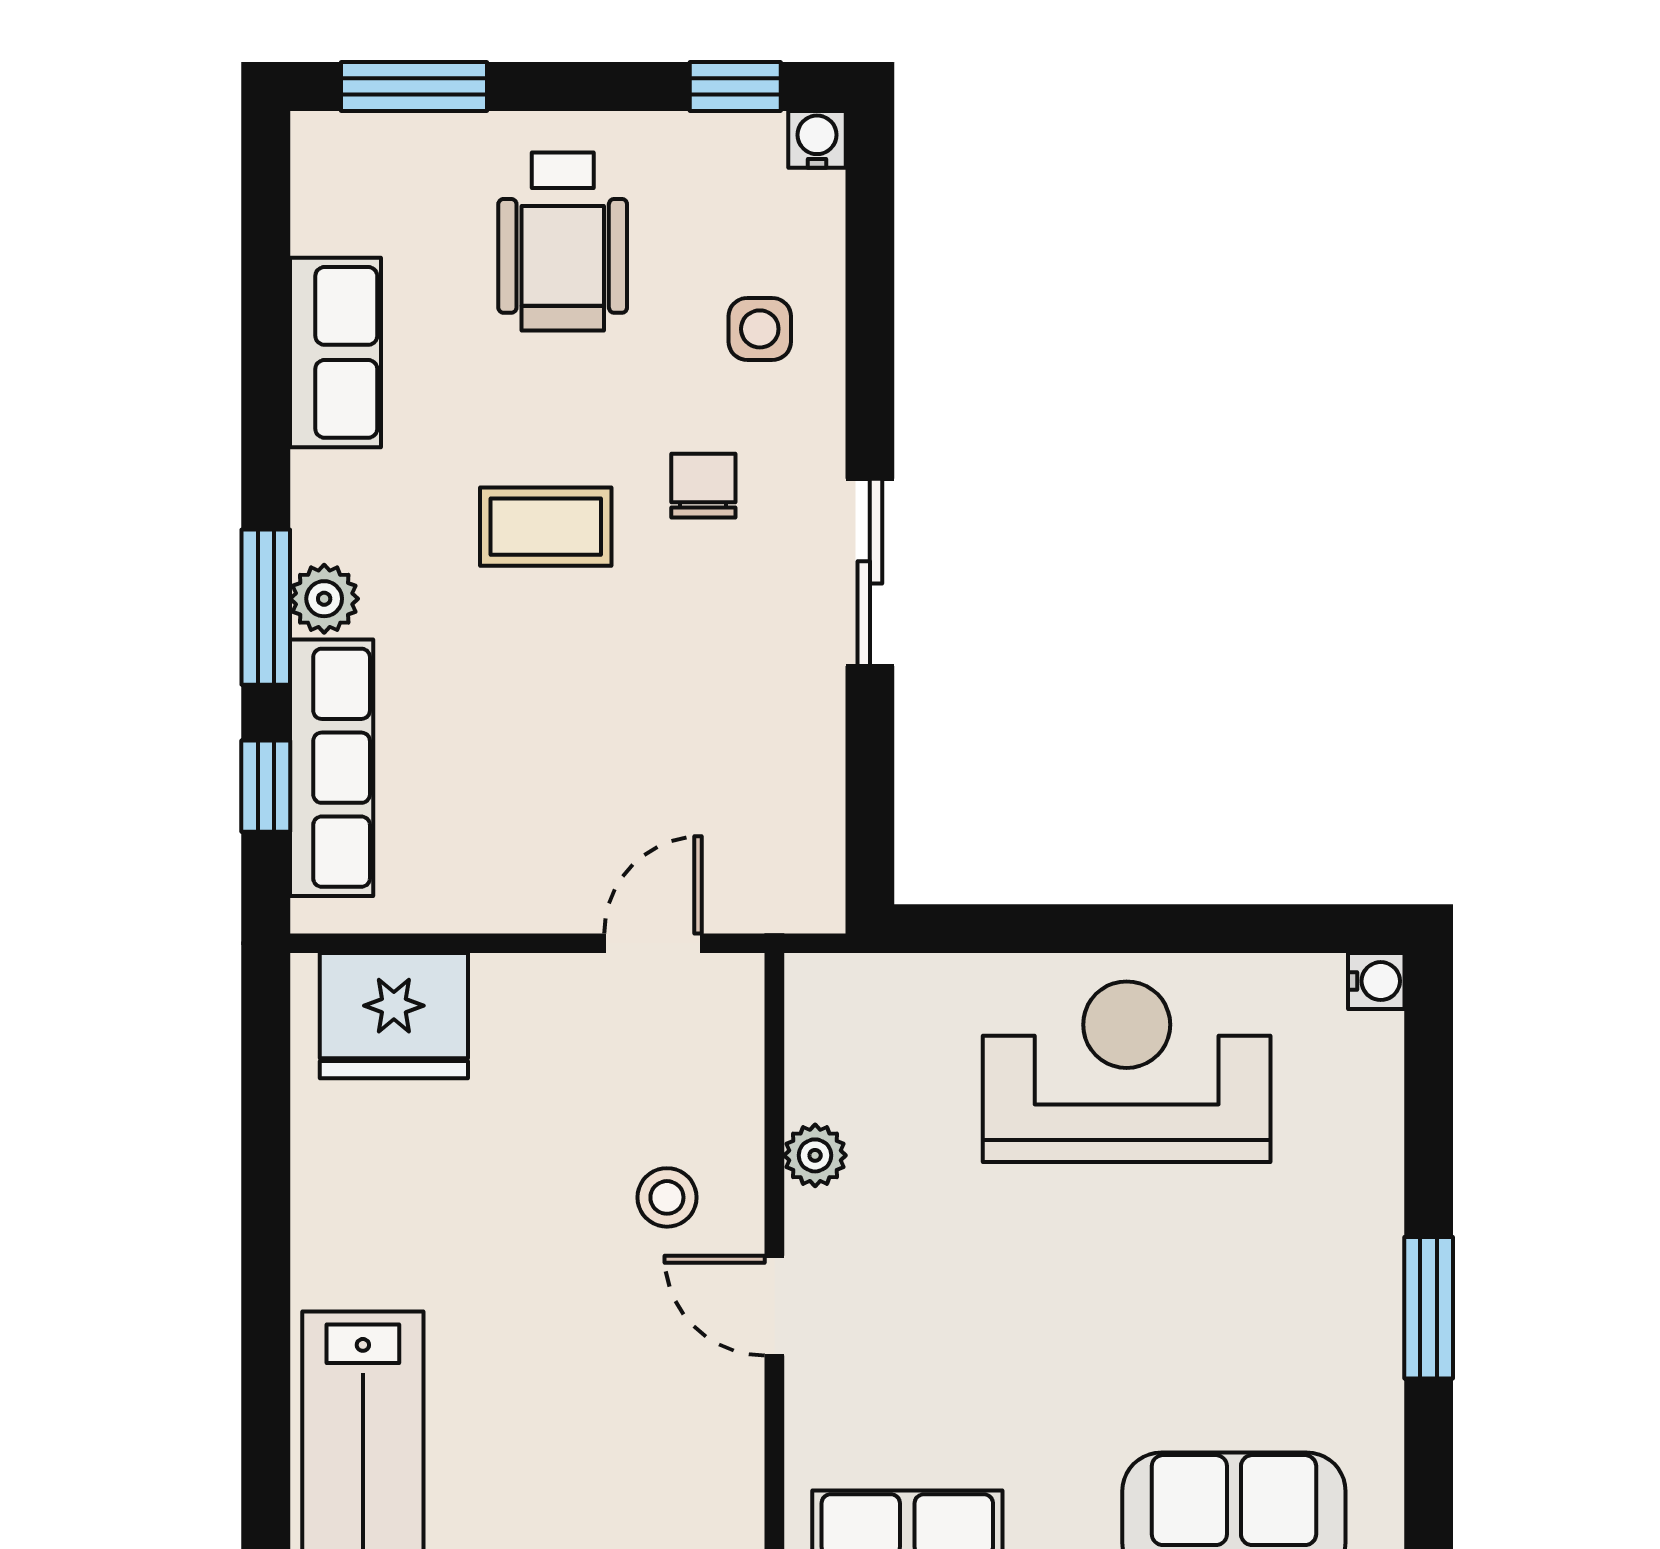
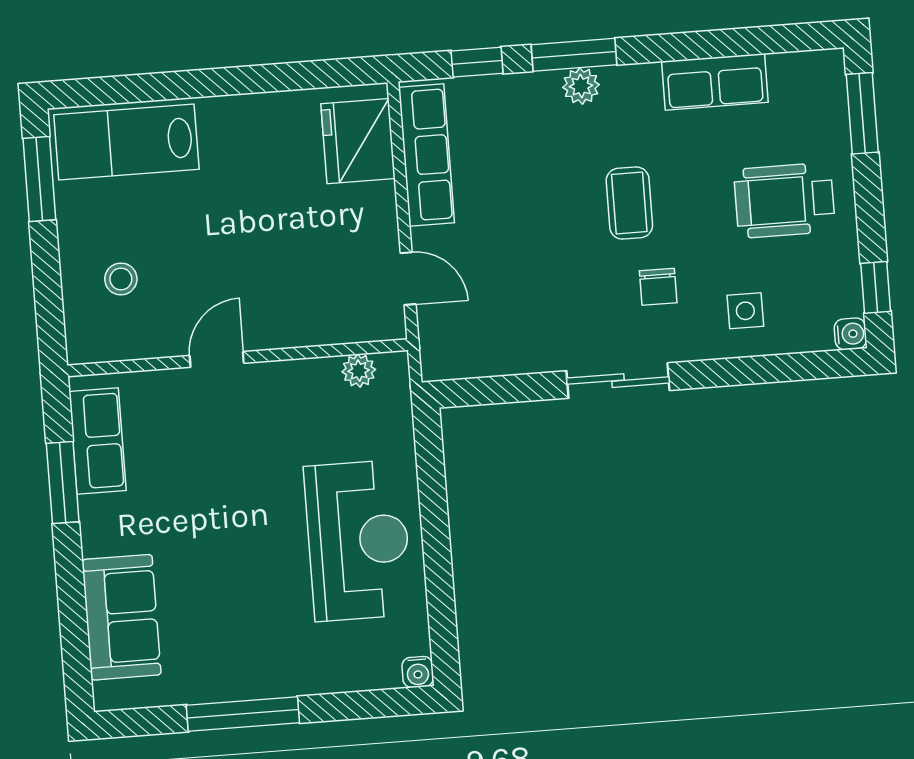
chair: (703, 486) -> (658, 287), turned 90
row of seats: (332, 768) -> (426, 155), moved, turned -90
plant: (815, 1155) -> (359, 371), moved
stool: (667, 1197) -> (121, 279), moved
window: (1429, 1308) -> (243, 714), width x1.44

